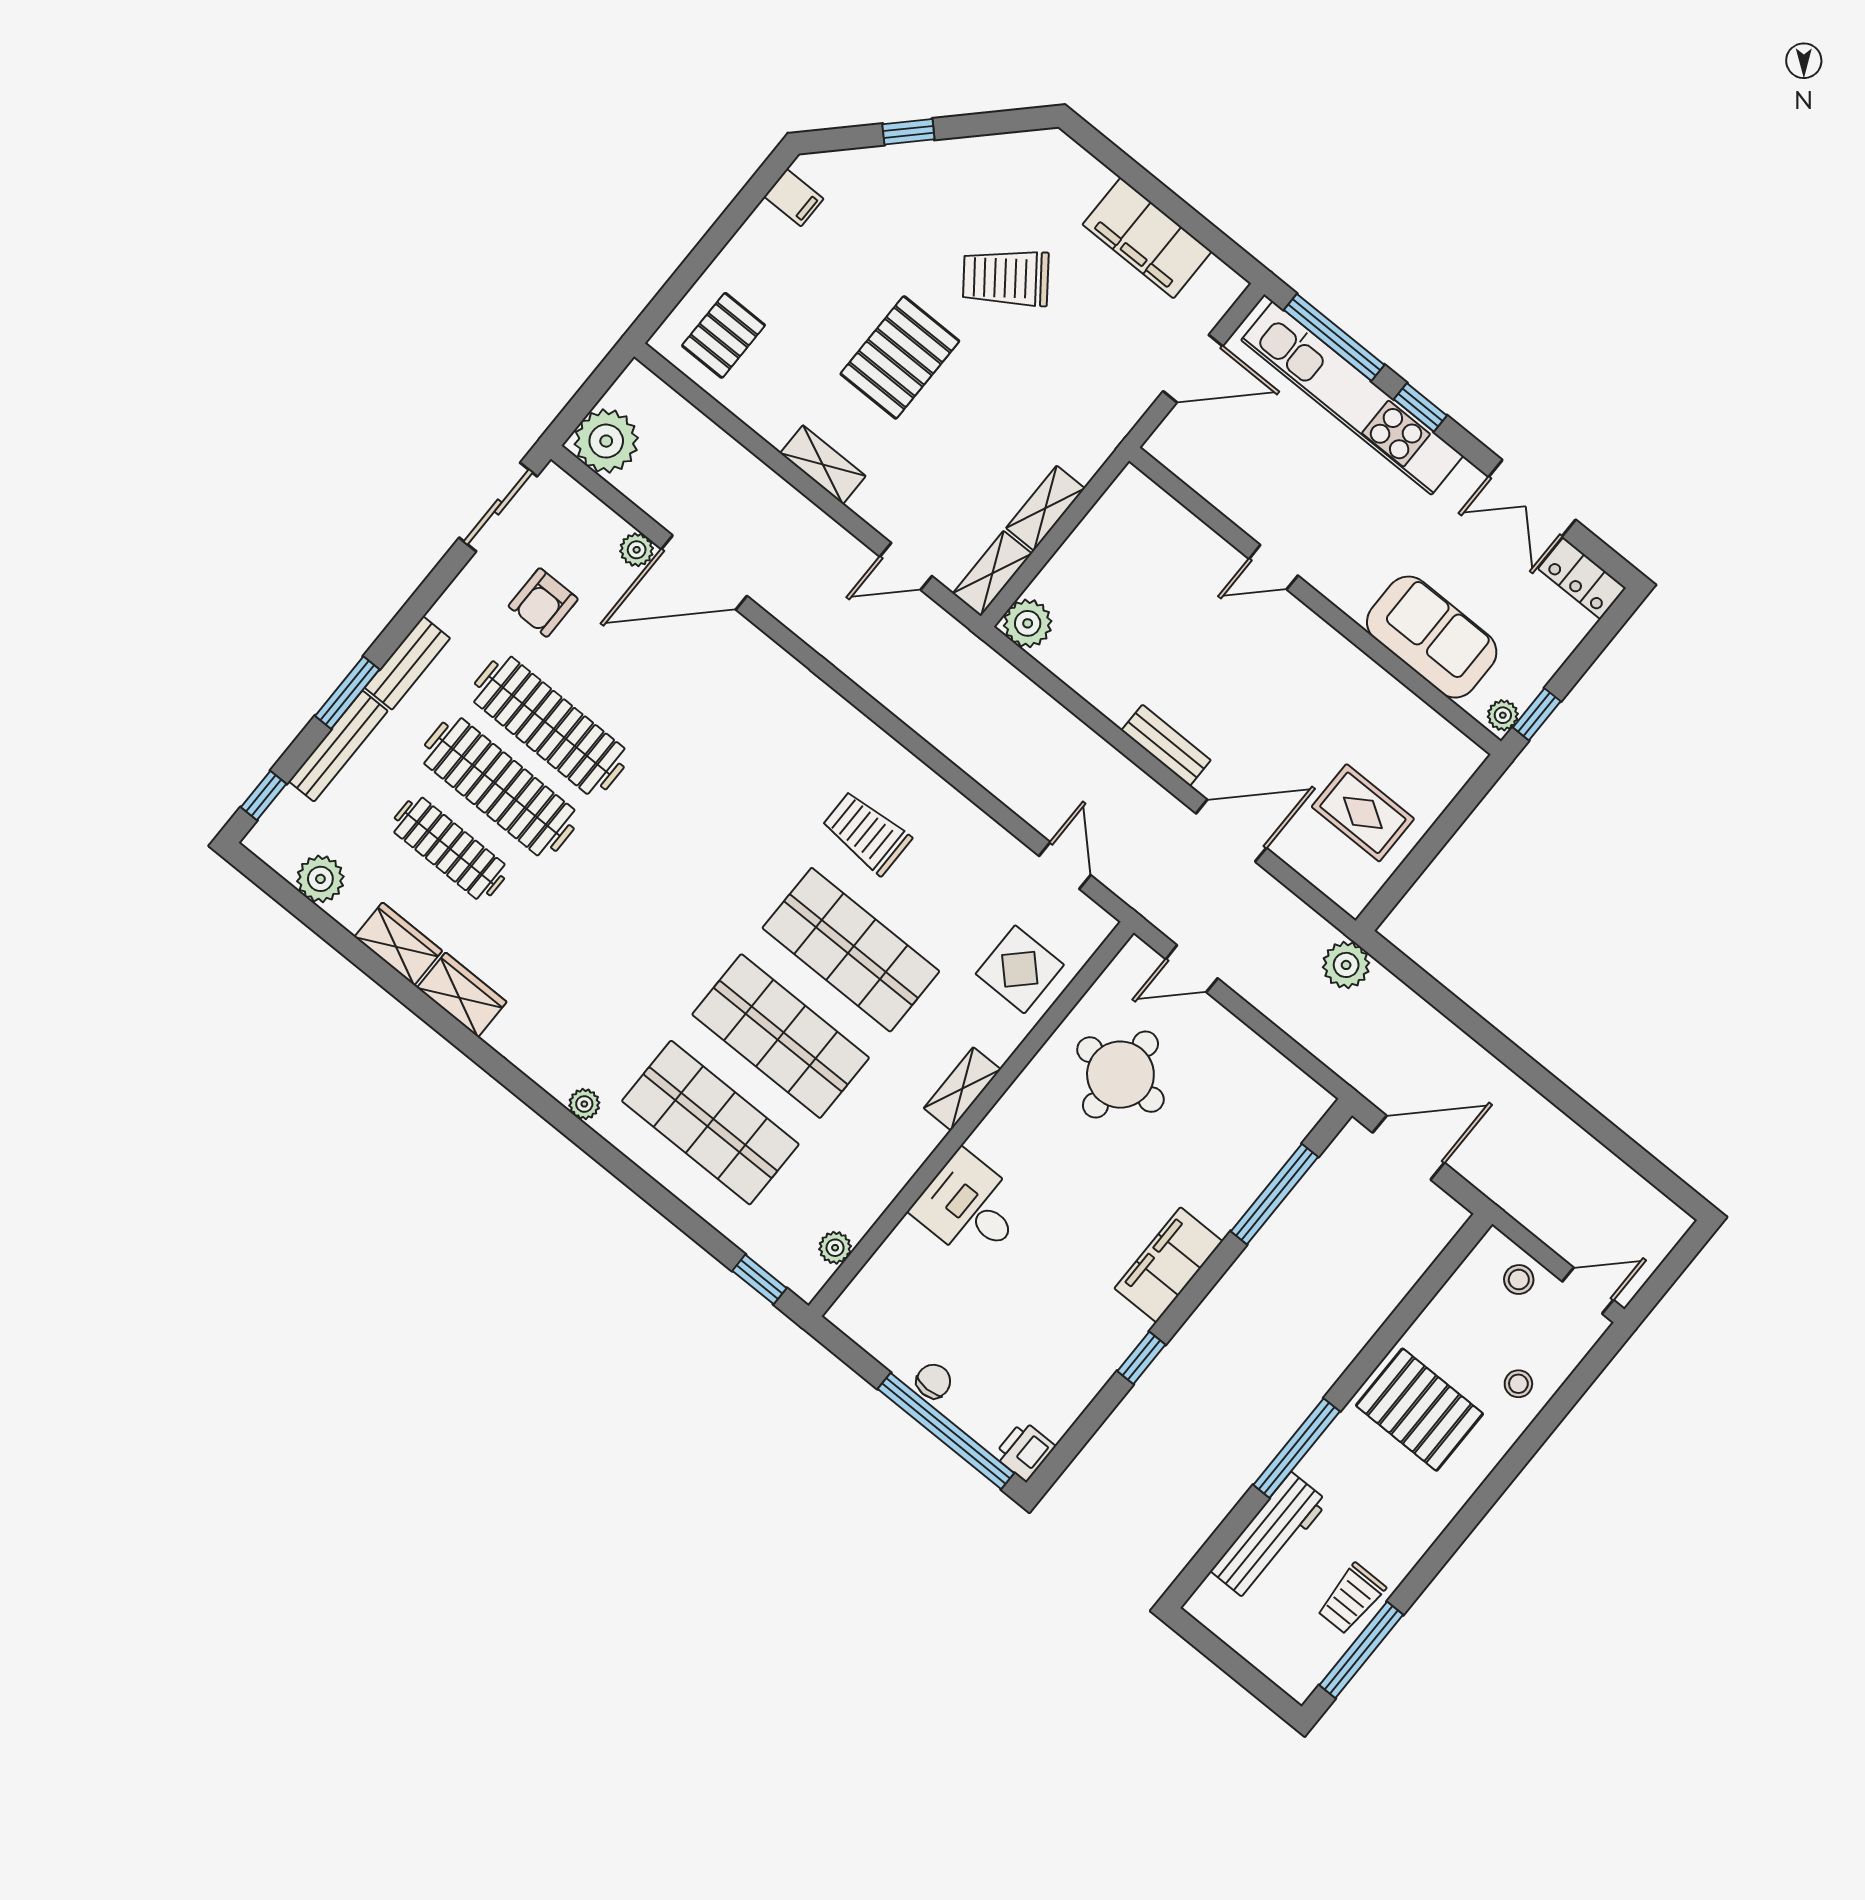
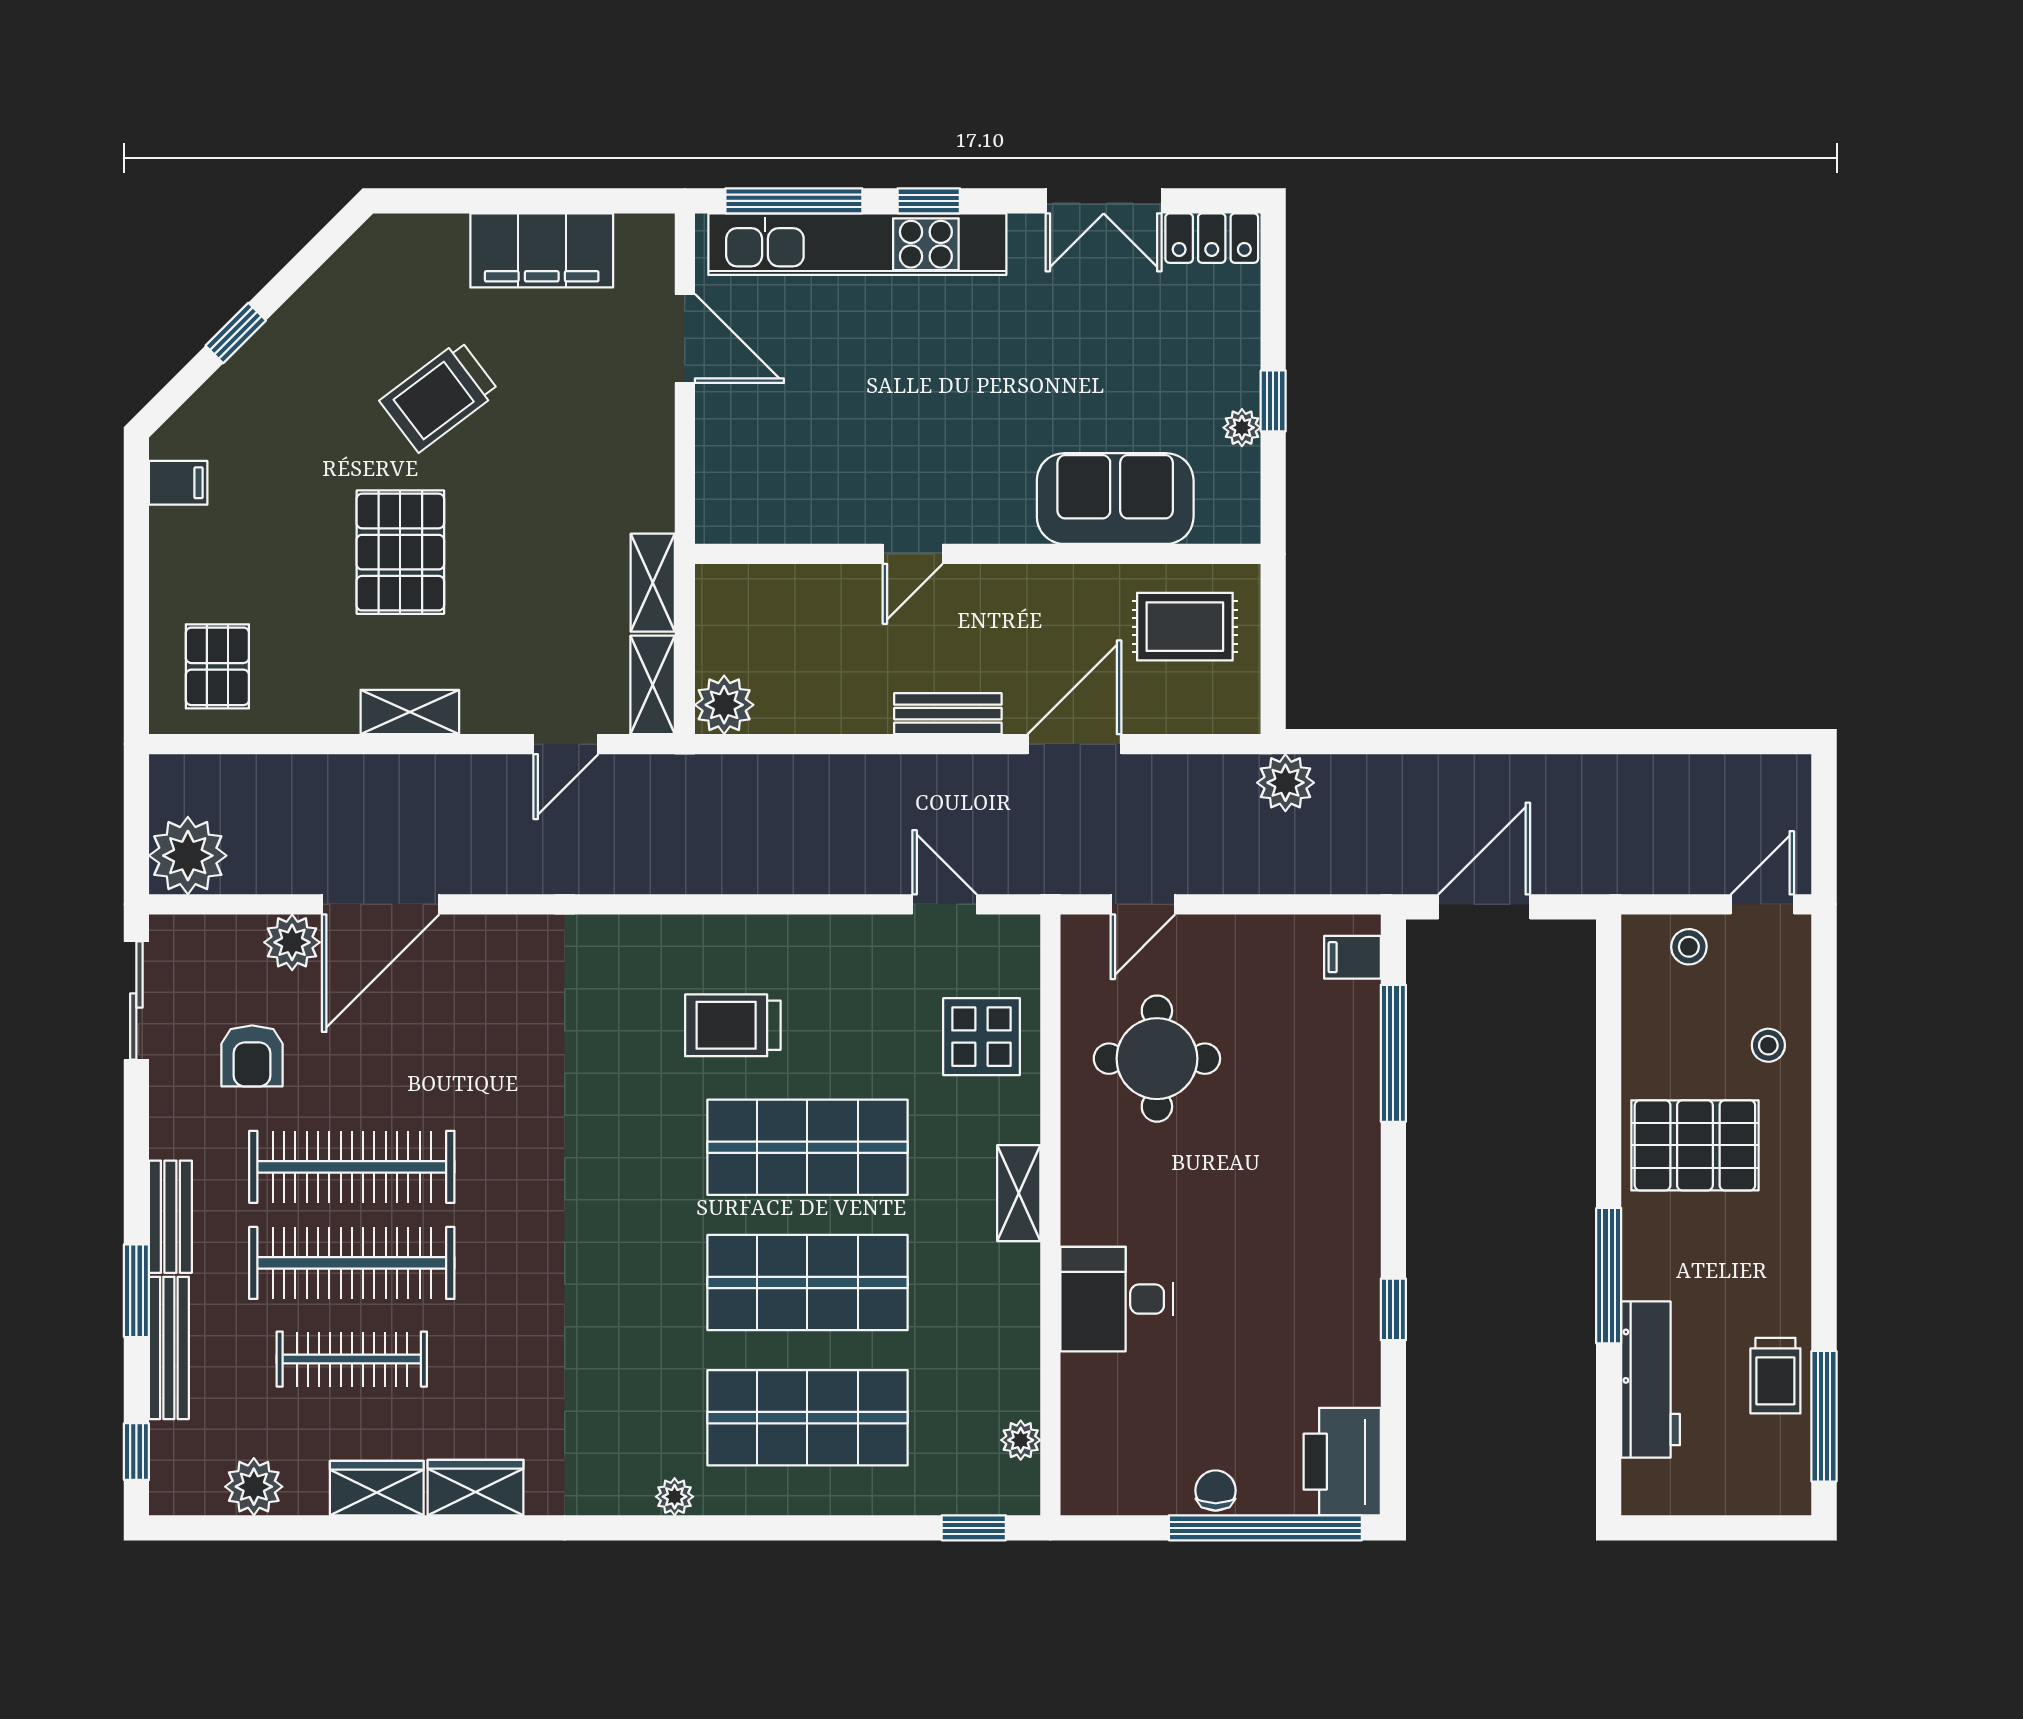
door: (1193, 369) -> (685, 338), hinge flipped
plant: (637, 550) -> (292, 942), width x1.38, depth x1.38
door: (1273, 567) -> (913, 554), moved
wall: (1315, 601) -> (978, 554), moved
sofa: (1432, 637) -> (1115, 499), moved
filing cabinet: (1168, 1265) -> (1352, 957), moved, width x0.33, depth x0.86
printer: (1025, 1451) -> (1342, 1462), width x1.87, depth x1.48

